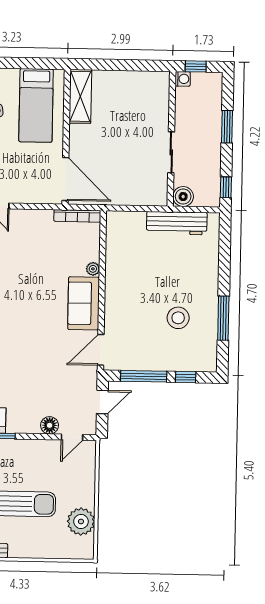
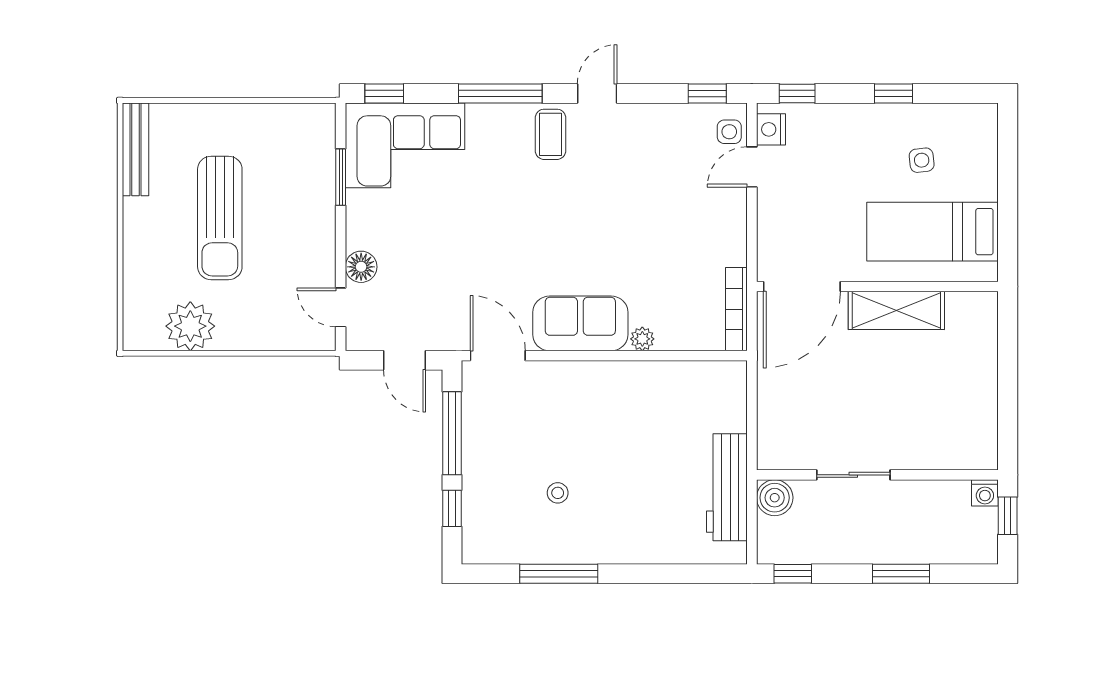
shelving: (80, 96) -> (896, 310), moved
stool: (178, 318) -> (558, 493), width x0.53, depth x0.53

